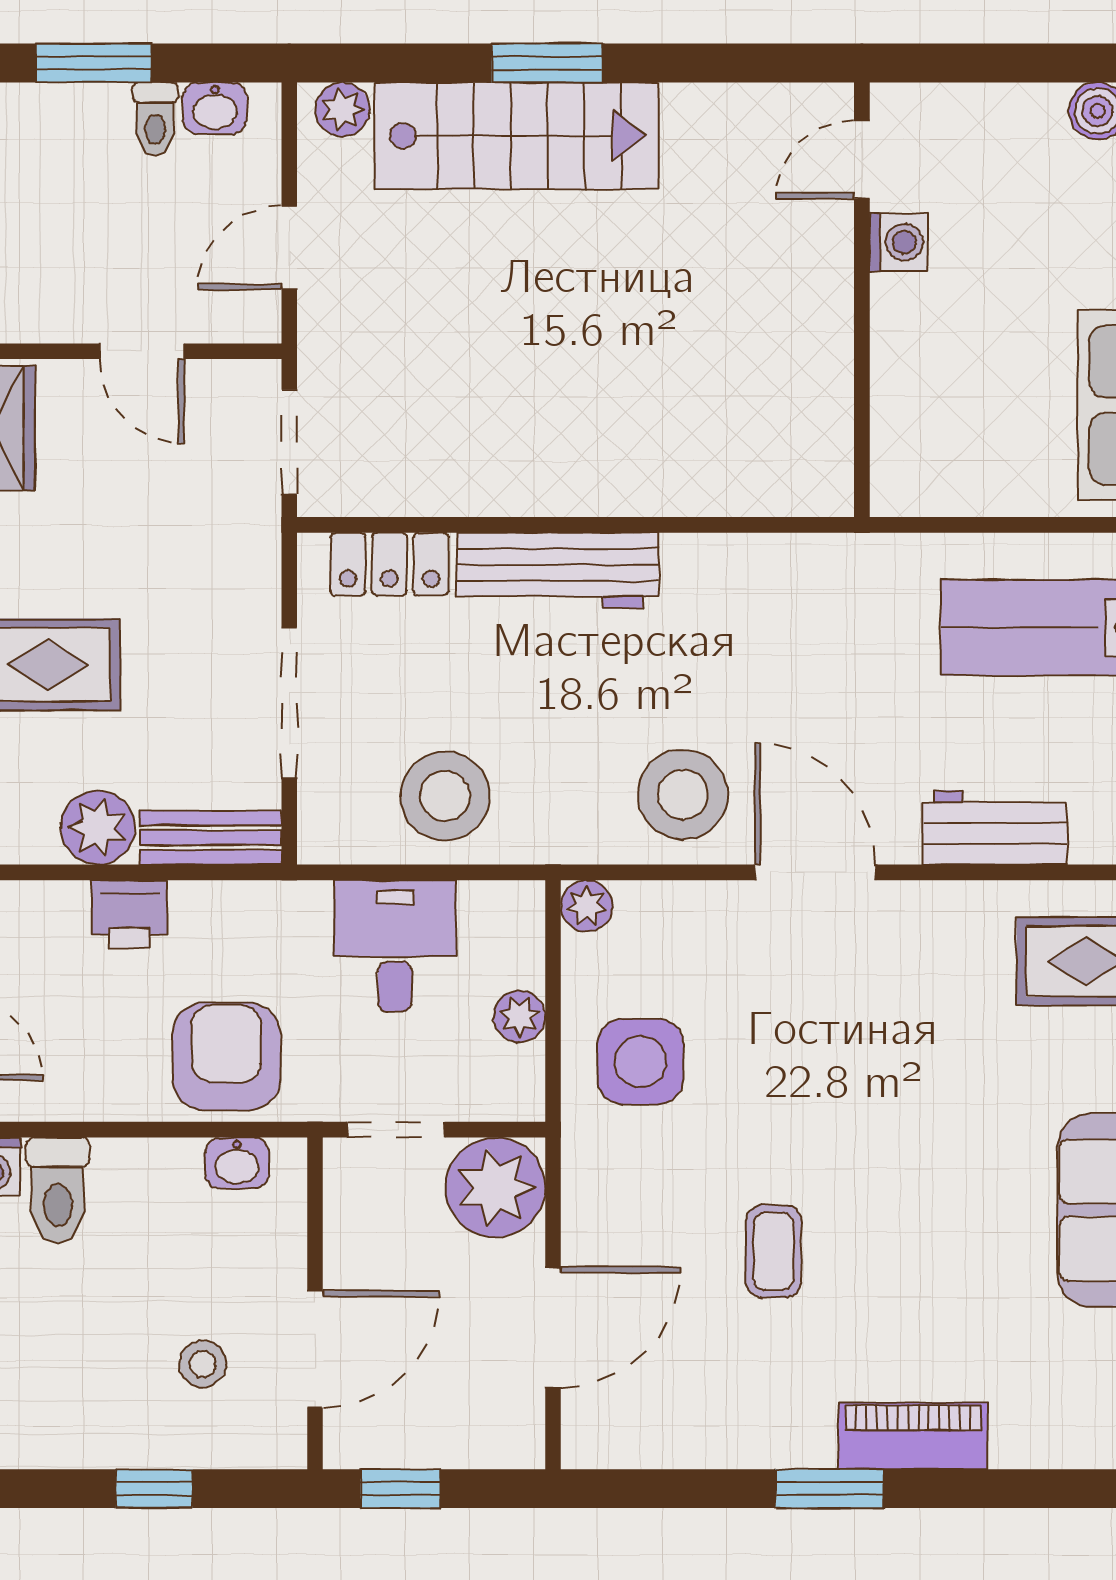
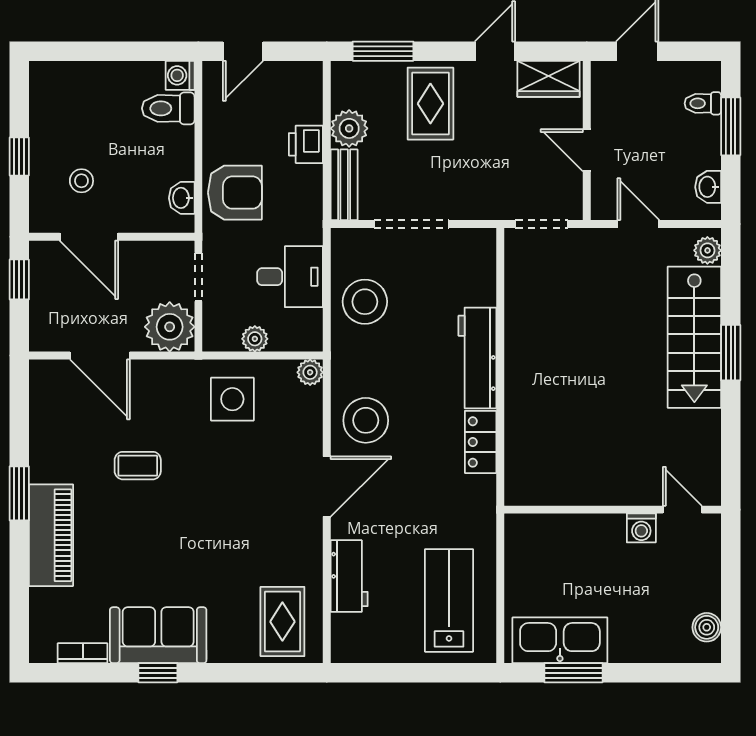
toilet: (155, 119) -> (703, 103), moved
door: (142, 351) -> (587, 150), hinge flipped
locker: (389, 564) -> (481, 442), moved
piano: (913, 1436) -> (51, 535), width x1.37, depth x1.33

